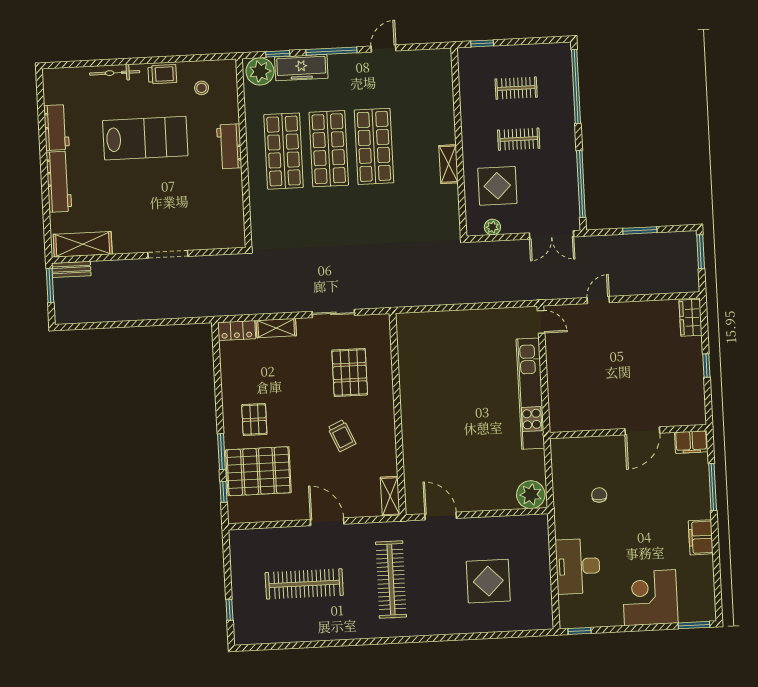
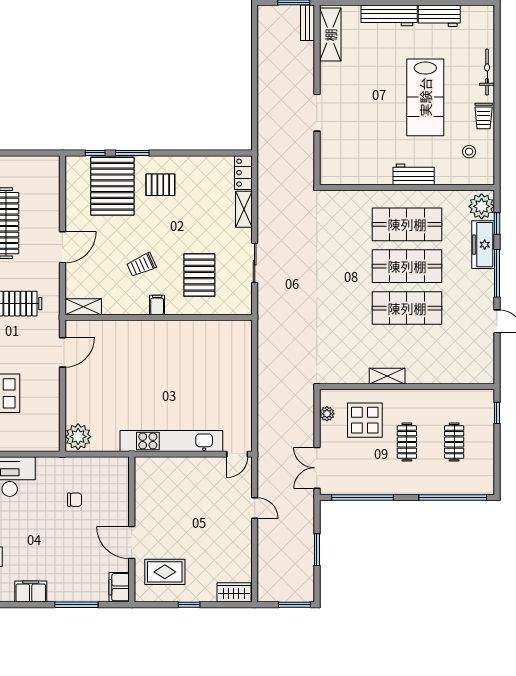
pallet: (350, 372) -> (199, 275), turned 90
rug: (672, 394) -> (165, 572), added
filing cabinet: (384, 416) -> (157, 305), added

